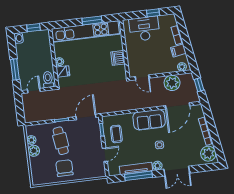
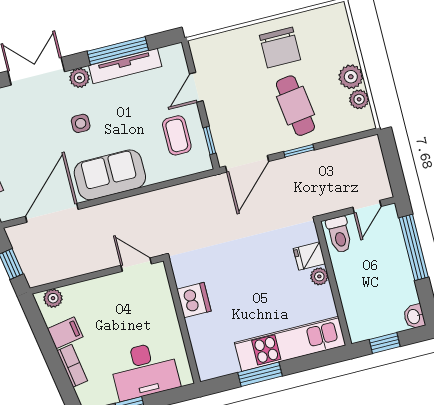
kitchen unit: (85, 31) -> (290, 344), width x0.73
window: (15, 69) -> (414, 247), width x1.44
plant: (172, 83) -> (70, 261), removed

